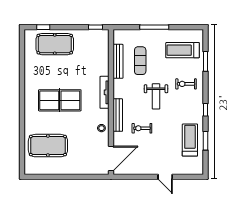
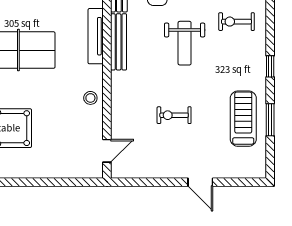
bench: (118, 115) -> (119, 42), moved
exercise bike: (142, 128) -> (174, 115), moved
door: (111, 159) -> (107, 151), width x0.53

